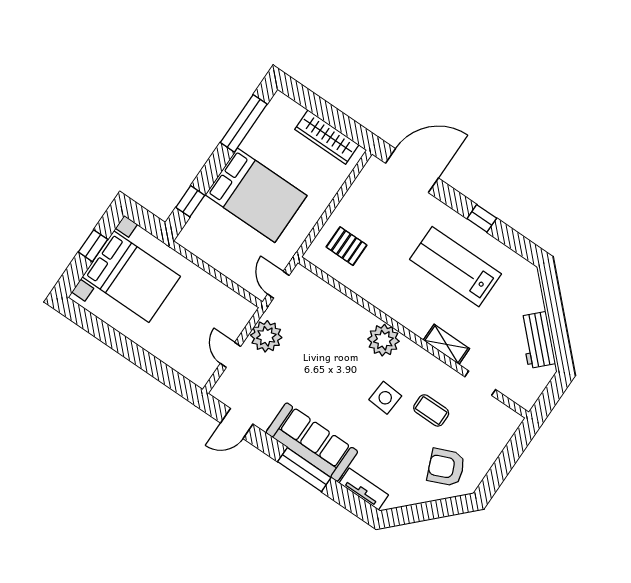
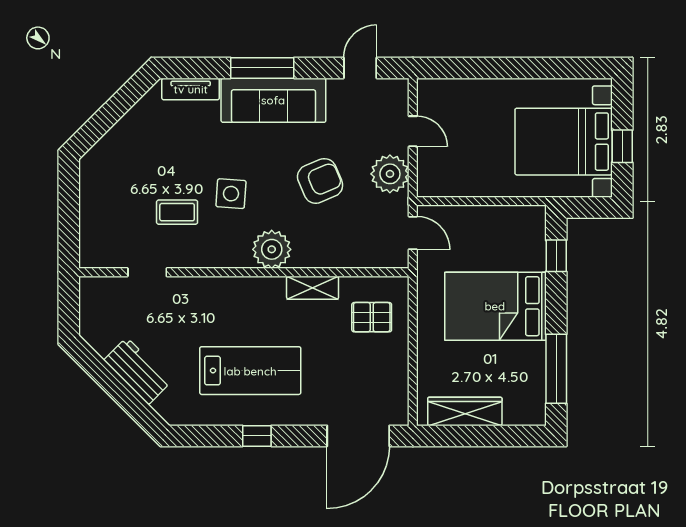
workbench: (537, 340) -> (137, 371), moved
shelving: (446, 344) -> (313, 288), moved
armchair: (446, 467) -> (320, 181), moved

